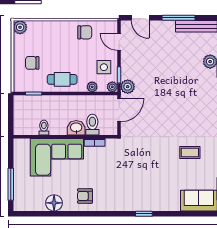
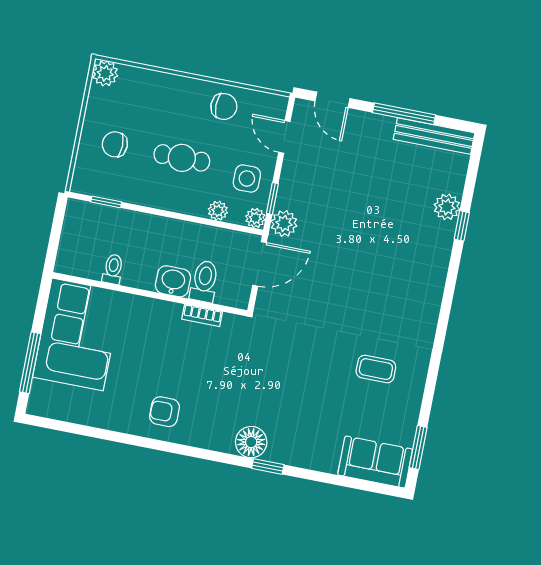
cafe table: (62, 79) -> (182, 158), moved
corner sofa: (57, 157) -> (78, 334), moved, turned -90
floor lamp: (54, 203) -> (251, 442), moved

